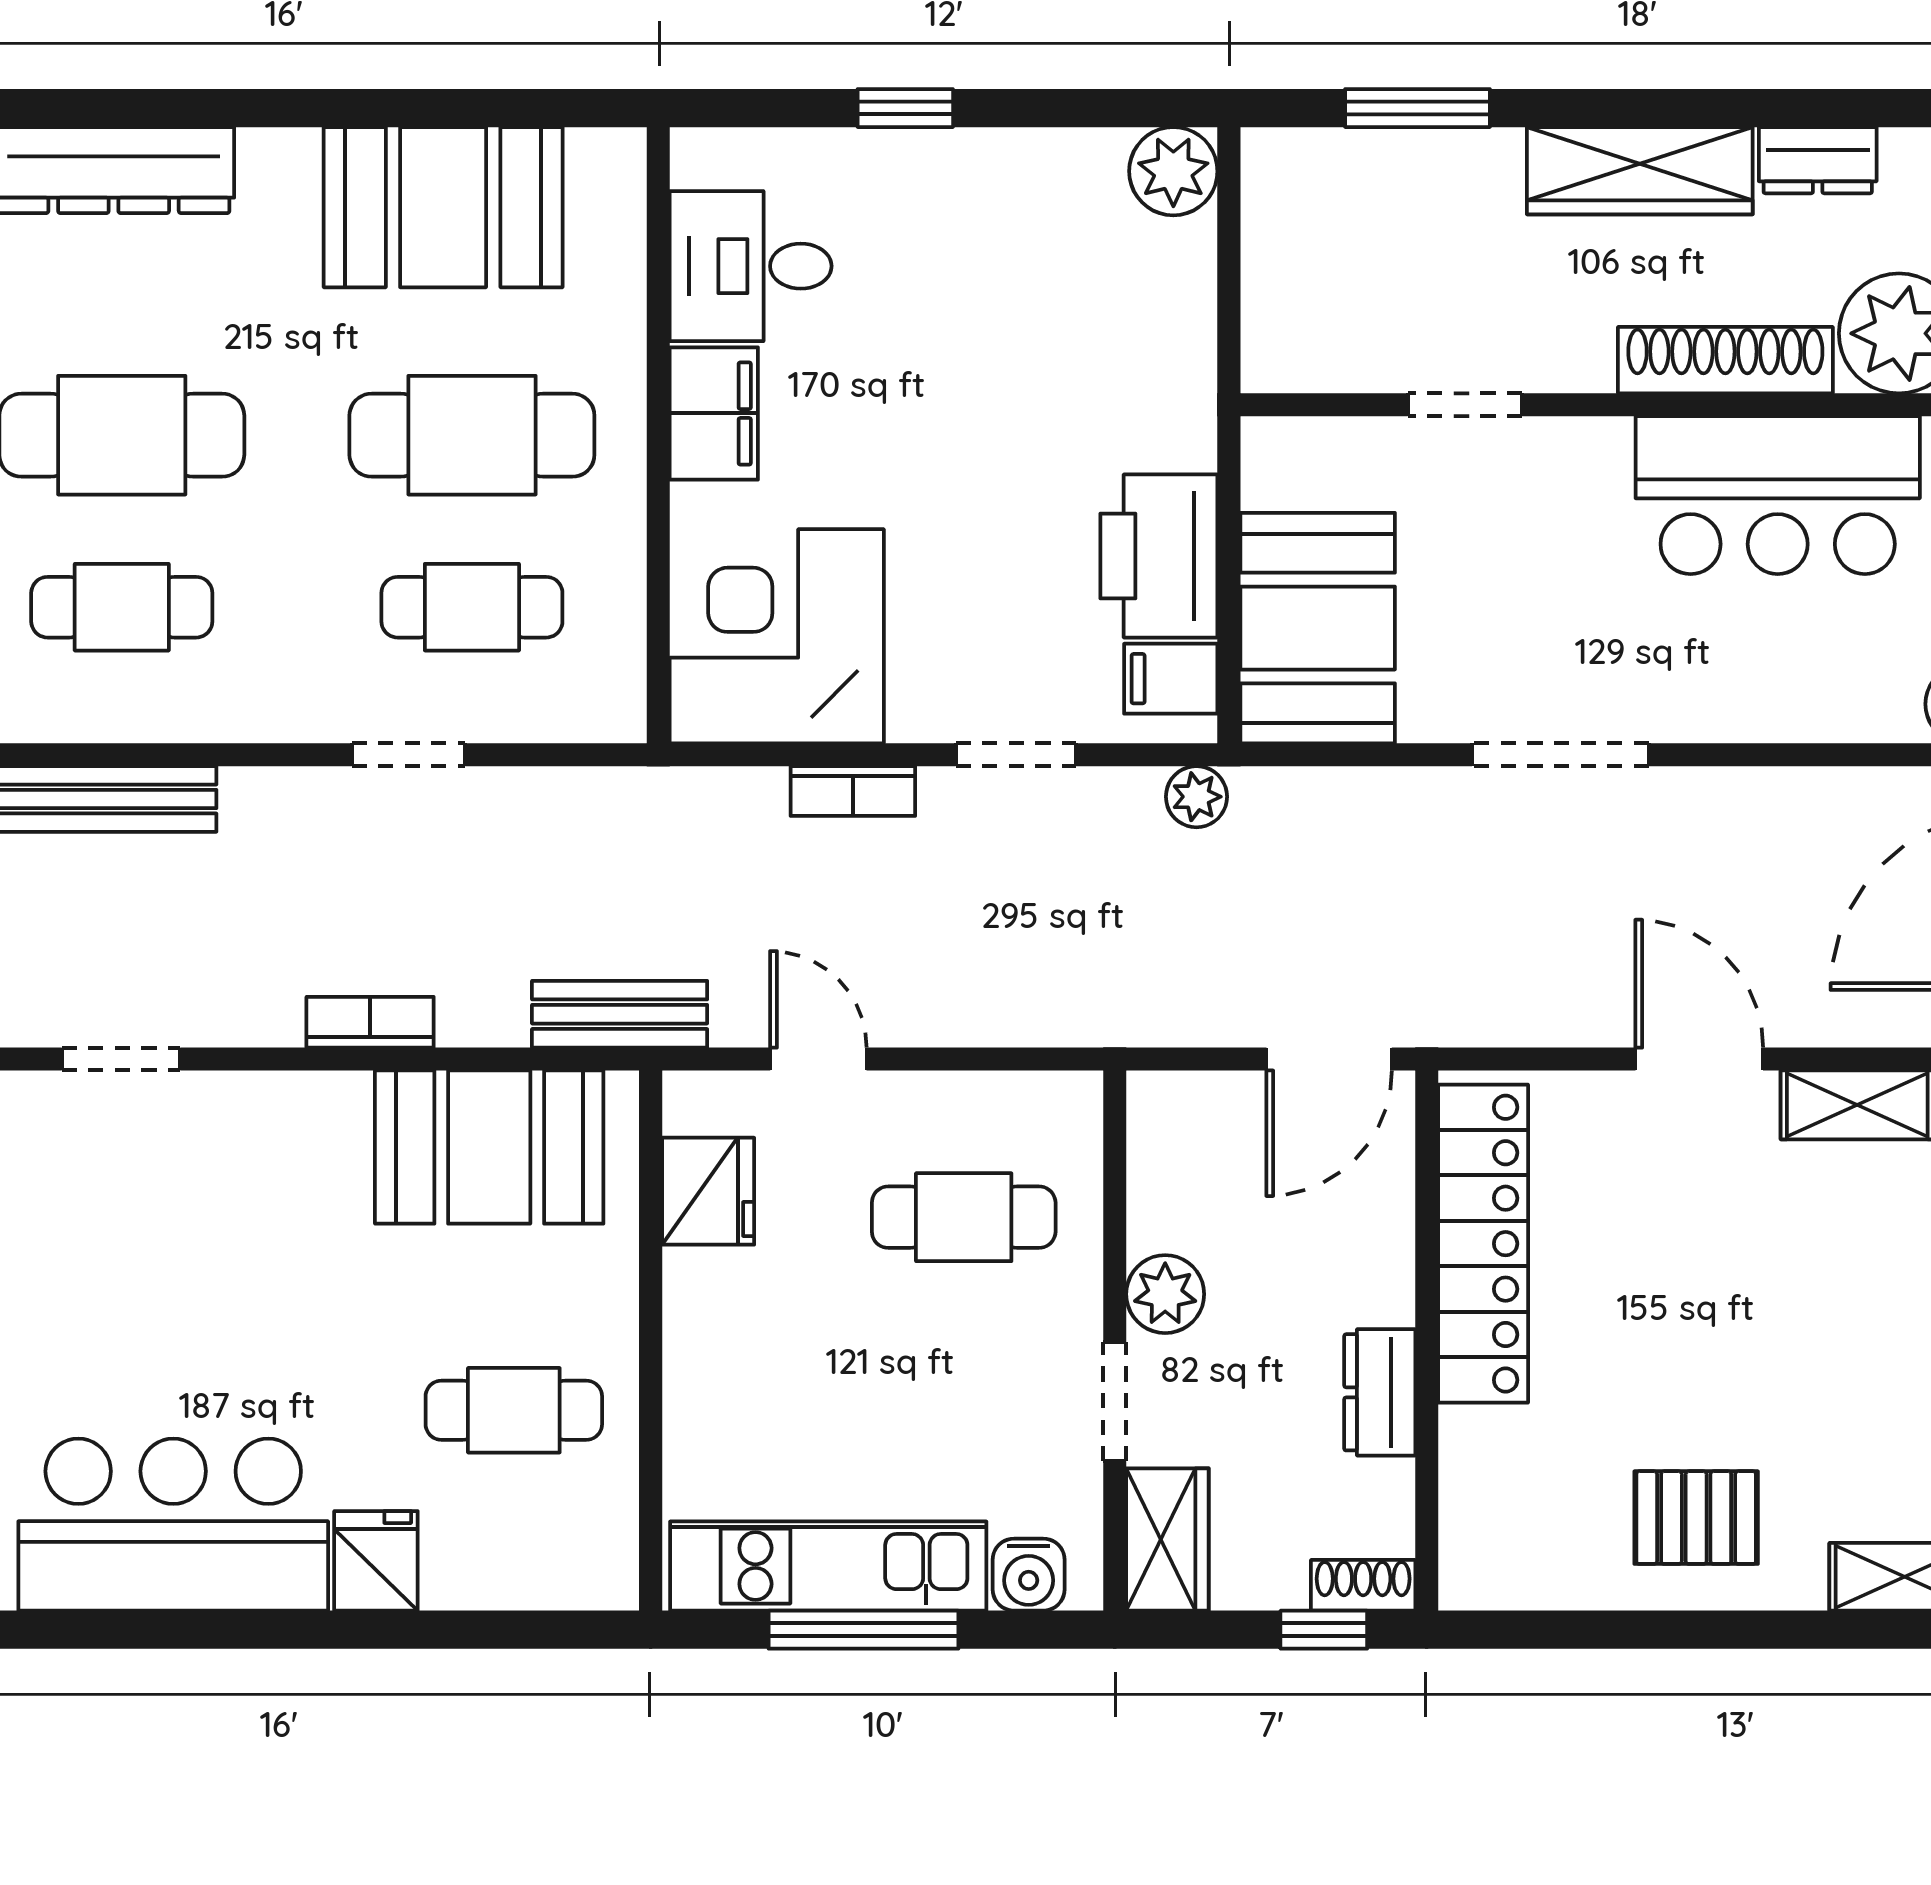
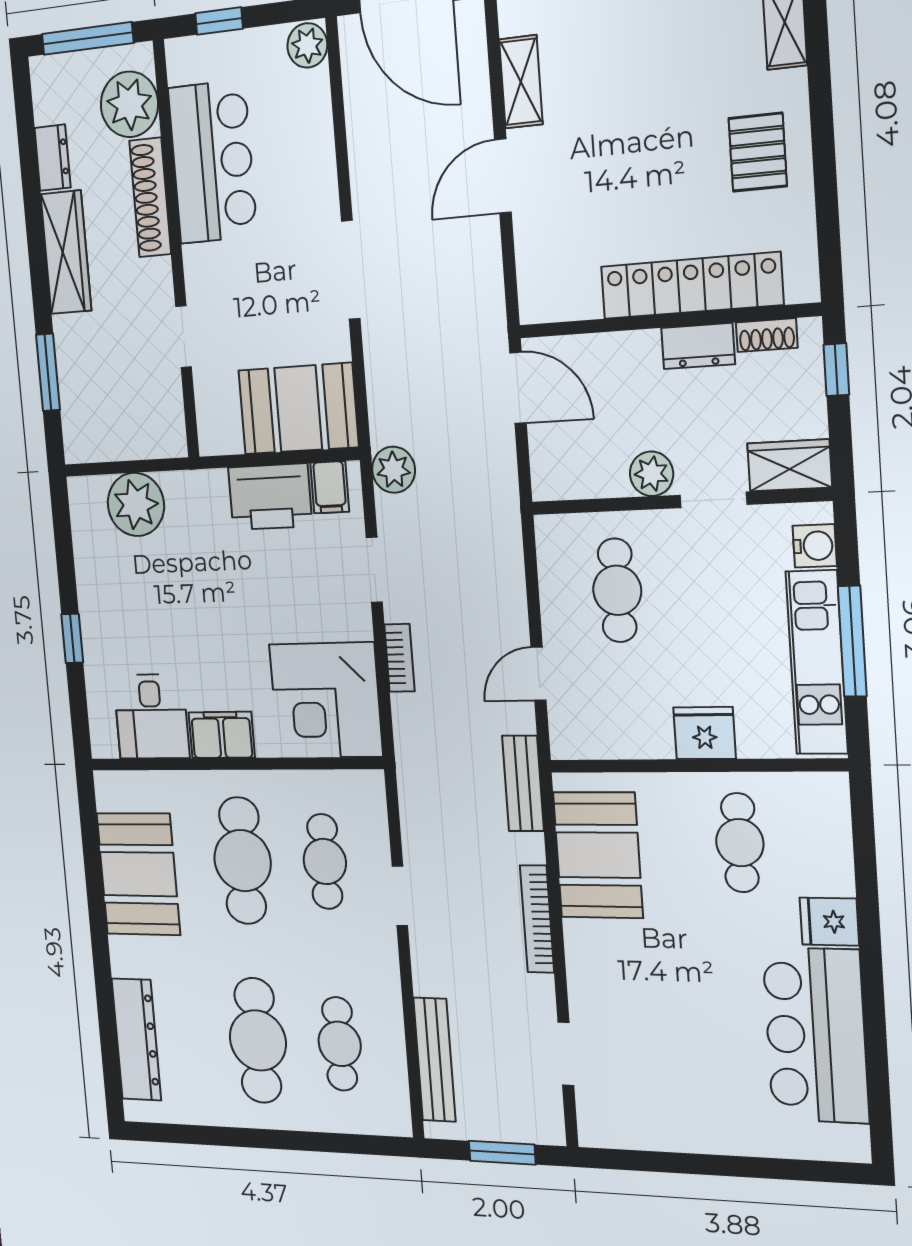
plant: (1173, 171) -> (136, 504), moved, width x1.36, depth x1.36
plant: (1196, 797) -> (394, 470), width x1.38, depth x1.38
bookcase: (370, 1022) -> (537, 919), width x1.56
fridge: (708, 1191) -> (704, 733), moved
locker: (1483, 1244) -> (691, 286), moved
shoe rack: (1363, 1585) -> (767, 335), moved, turned -90

